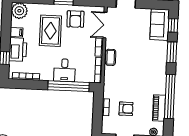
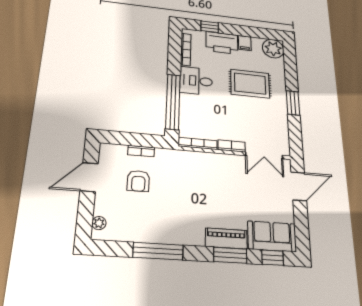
armchair: (75, 19) -> (269, 116), removed
double door: (105, 25) -> (264, 155), swing flipped
coffee table: (111, 57) -> (217, 161), removed
desk: (65, 70) -> (196, 81), moved
window: (170, 96) -> (158, 251), width x0.68
piano: (159, 108) -> (226, 238), moved

